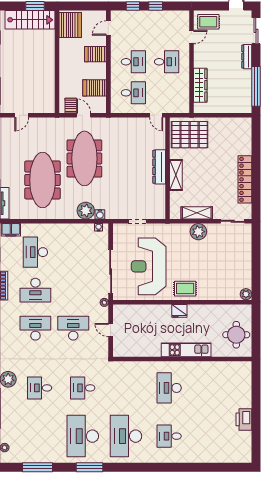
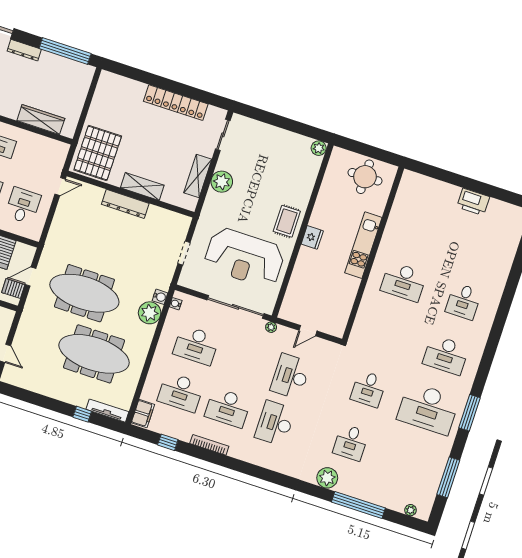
desk: (73, 252) -> (196, 345), added
desk: (35, 290) -> (228, 408), turned 90
desk: (126, 436) -> (446, 355), width x0.73, depth x0.77

